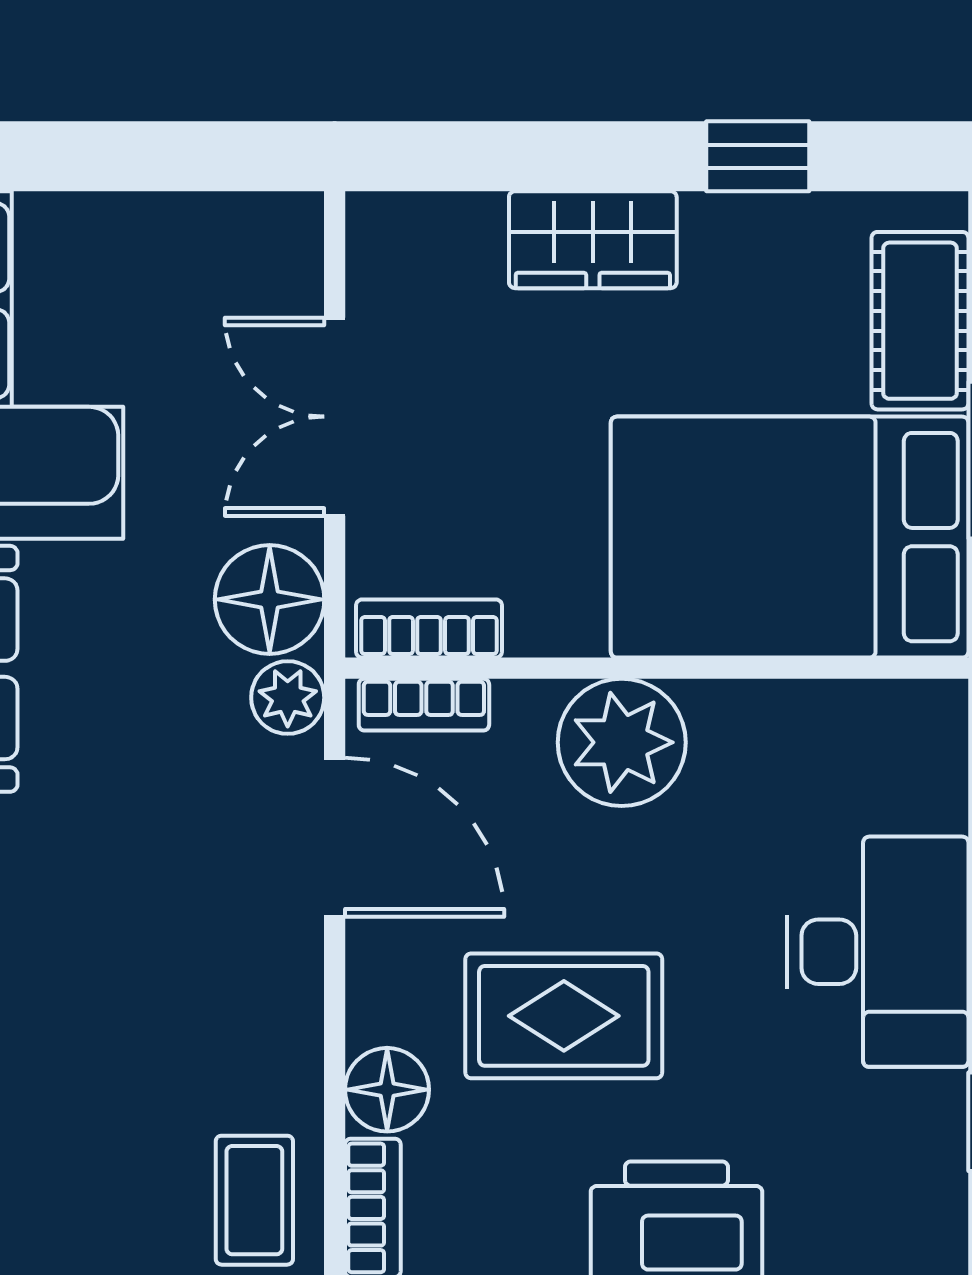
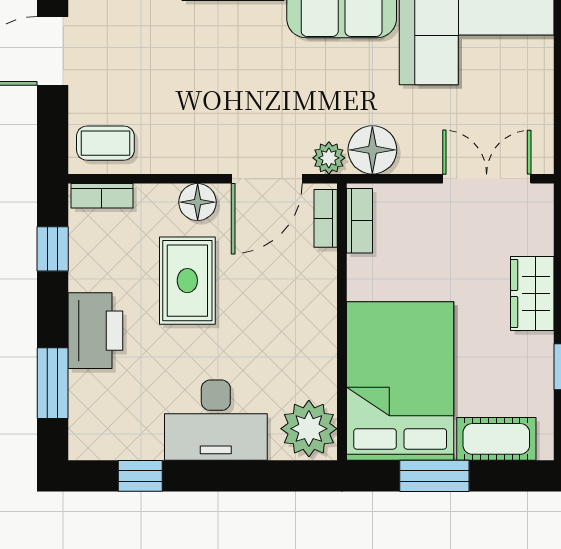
double door: (335, 417) -> (487, 179), moved
plant: (622, 742) -> (309, 429), moved
floor lamp: (387, 1090) -> (198, 202), moved

